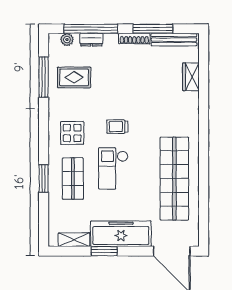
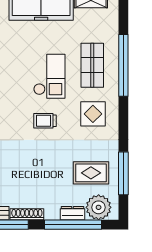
plant: (67, 40) -> (99, 207), width x1.87, depth x1.87
trolley: (117, 127) -> (45, 121), turned 180
window: (44, 179) -> (123, 65), width x2.11

